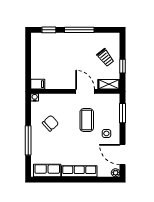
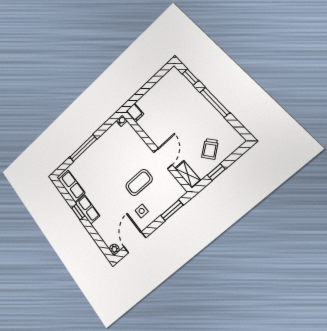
chair: (50, 123) -> (111, 154), removed
row of seats: (79, 171) -> (87, 209), width x0.68
window: (69, 180) -> (78, 212), added

